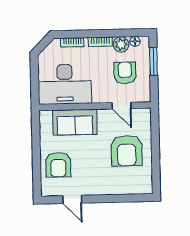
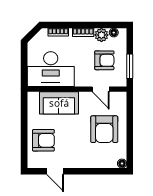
window: (153, 61) -> (130, 66), moved
armchair: (125, 73) -> (104, 60), turned 90
armchair: (58, 165) -> (43, 140), turned -90
floor lamp: (148, 189) -> (122, 164), added

